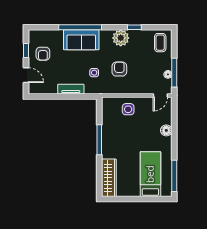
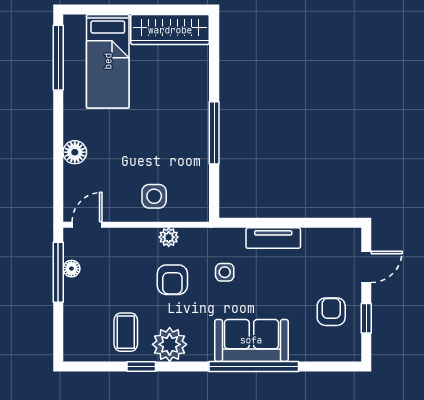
coffee table: (160, 43) -> (126, 332), moved
door: (26, 75) -> (366, 267), swing flipped
plant: (121, 90) -> (169, 237), added
wardrobe: (109, 178) -> (170, 30), moved, turned -90

